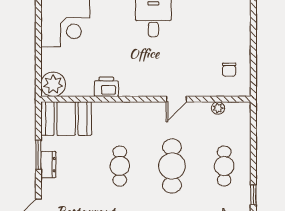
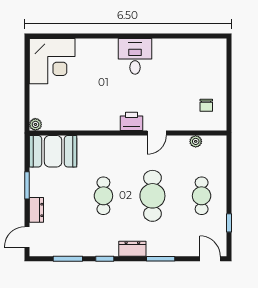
plant: (53, 84) -> (35, 124), width x0.53, depth x0.53
printer: (106, 87) -> (132, 121), moved
dresser: (48, 165) -> (36, 210), moved

